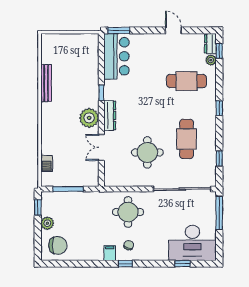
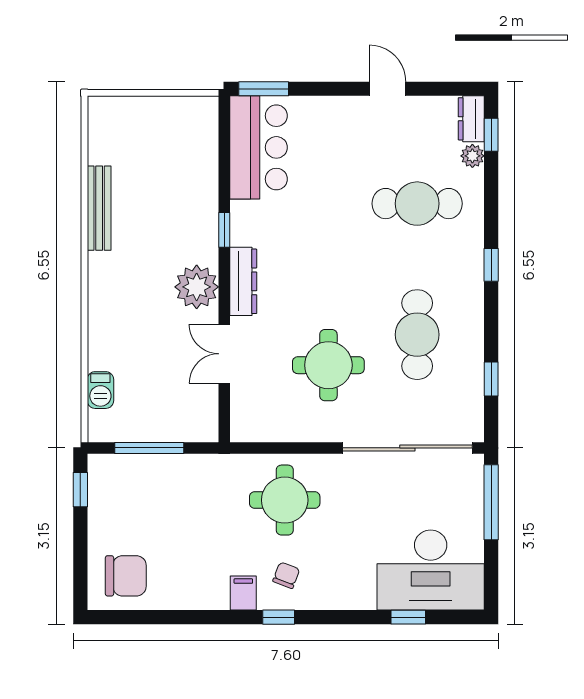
plant: (47, 223) -> (102, 525), removed

